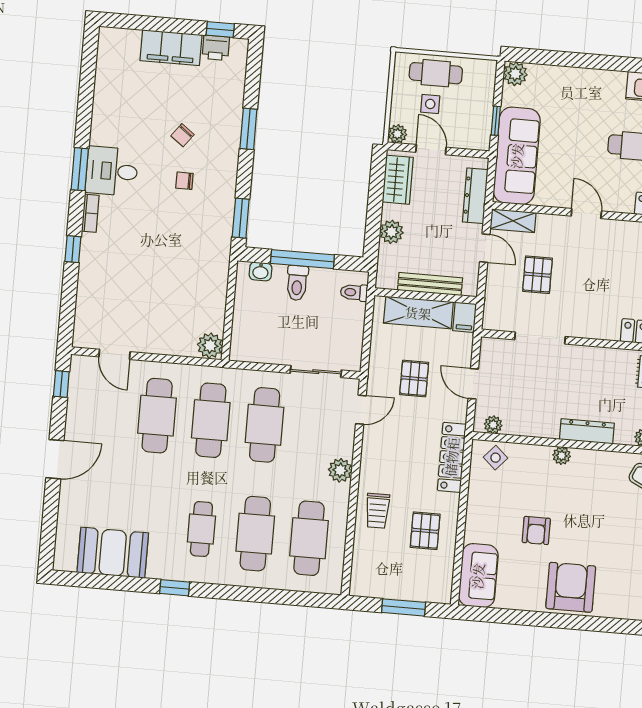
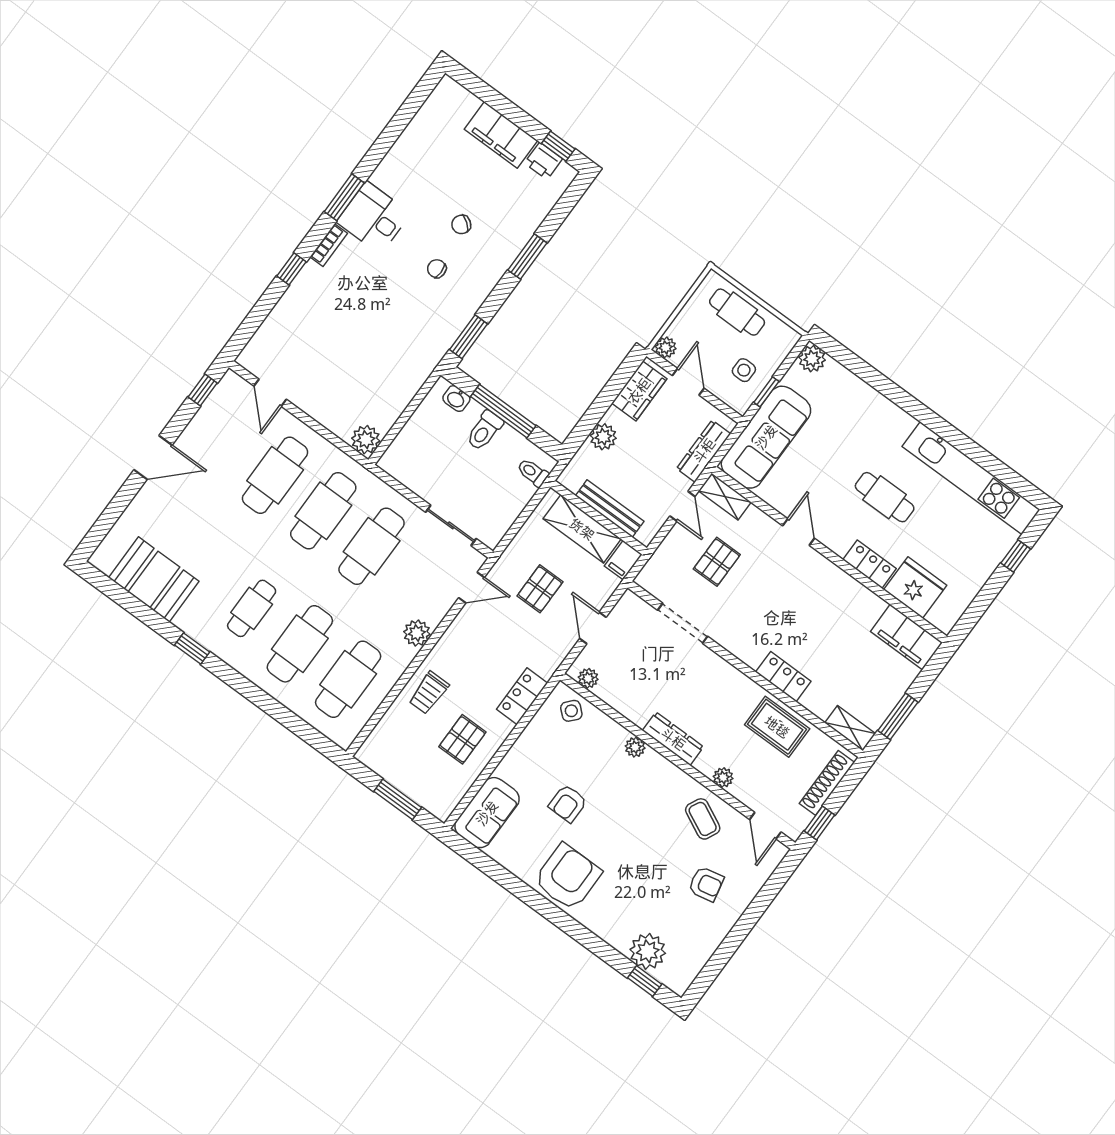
side table: (430, 104) -> (744, 370), moved
locker: (452, 457) -> (522, 696), width x0.66

